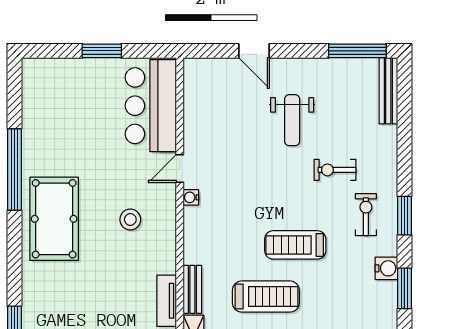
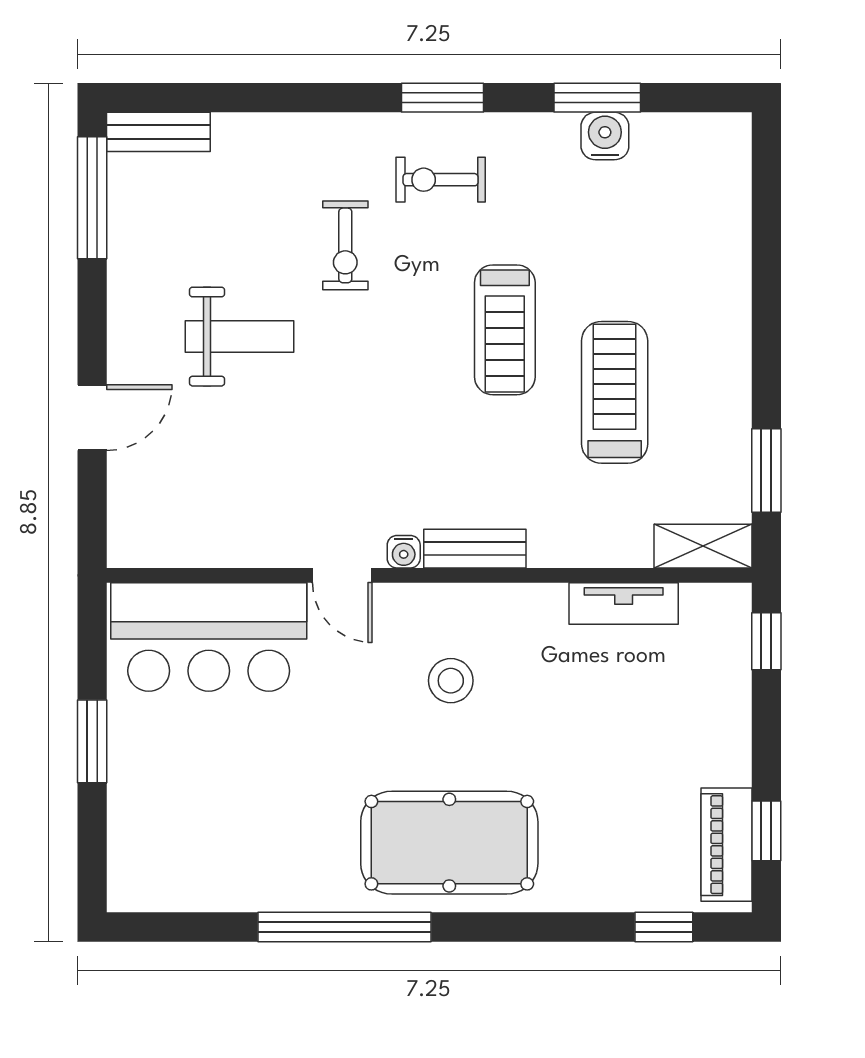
bench: (388, 91) -> (158, 132), width x0.73
water cooler: (386, 268) -> (605, 136), moved
bench: (192, 289) -> (475, 549), moved

